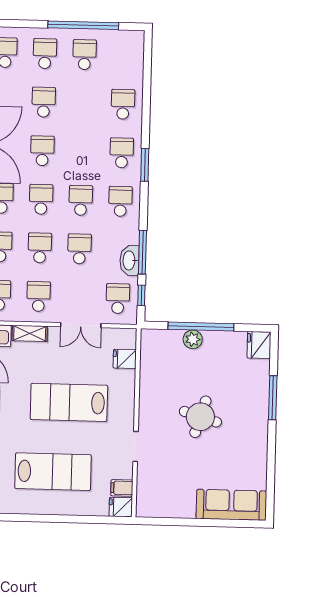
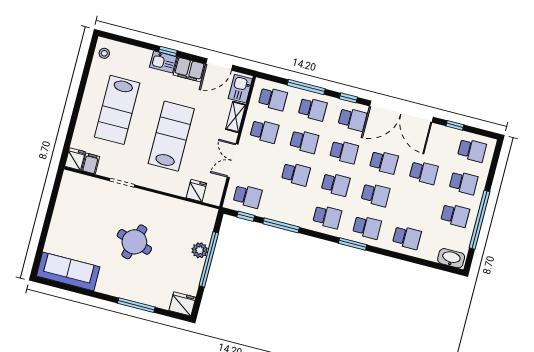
school desk: (82, 152) -> (375, 195), added
washbasin: (129, 260) -> (451, 258), moved
sofa: (231, 505) -> (68, 271), moved, turned -90

